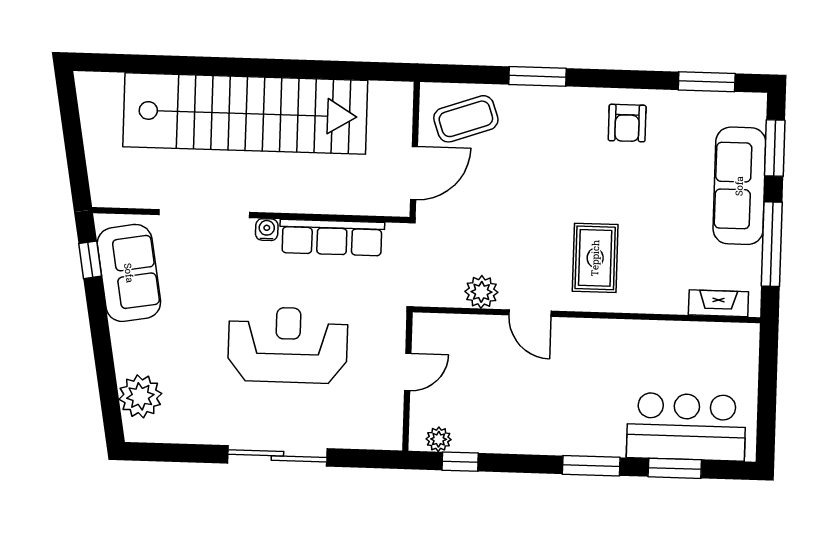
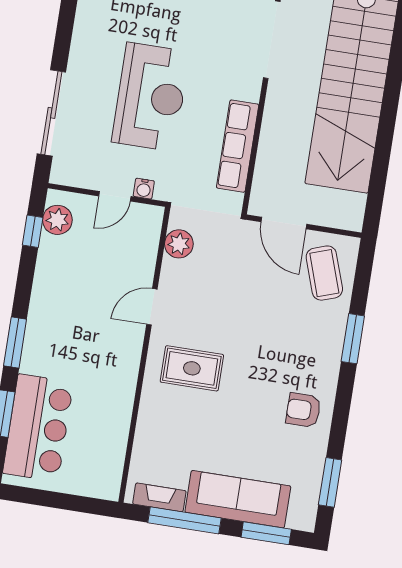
water cooler: (267, 230) -> (144, 189), moved, turned 90
plant: (481, 292) -> (179, 244), moved
fireplace: (718, 303) -> (159, 497), moved, turned -90
door: (408, 372) -> (115, 196), hinge flipped
plant: (439, 439) -> (57, 220), width x1.38, depth x1.38
sliding door: (277, 456) -> (51, 113), moved

